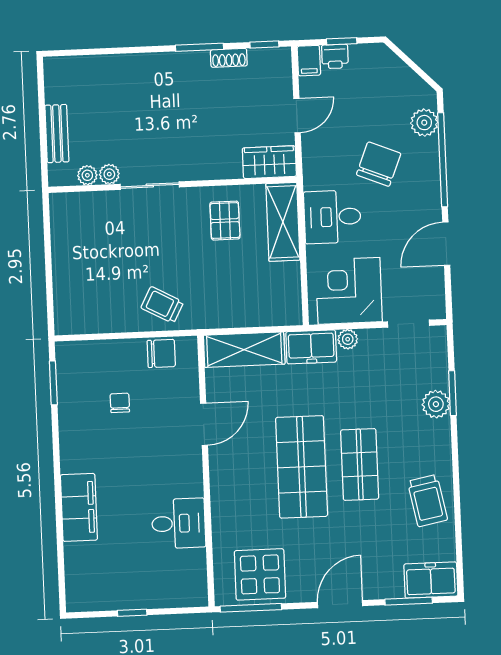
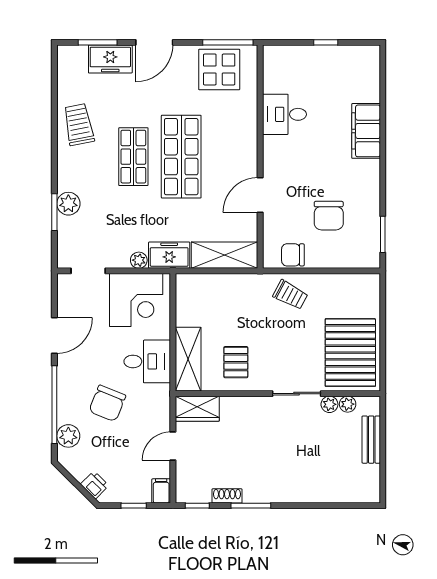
printer: (335, 56) -> (95, 485), moved, turned 45
pallet: (87, 238) -> (350, 353), added
chair: (120, 403) -> (329, 216), width x1.87, depth x1.87
freezer: (431, 580) -> (110, 59), moved

